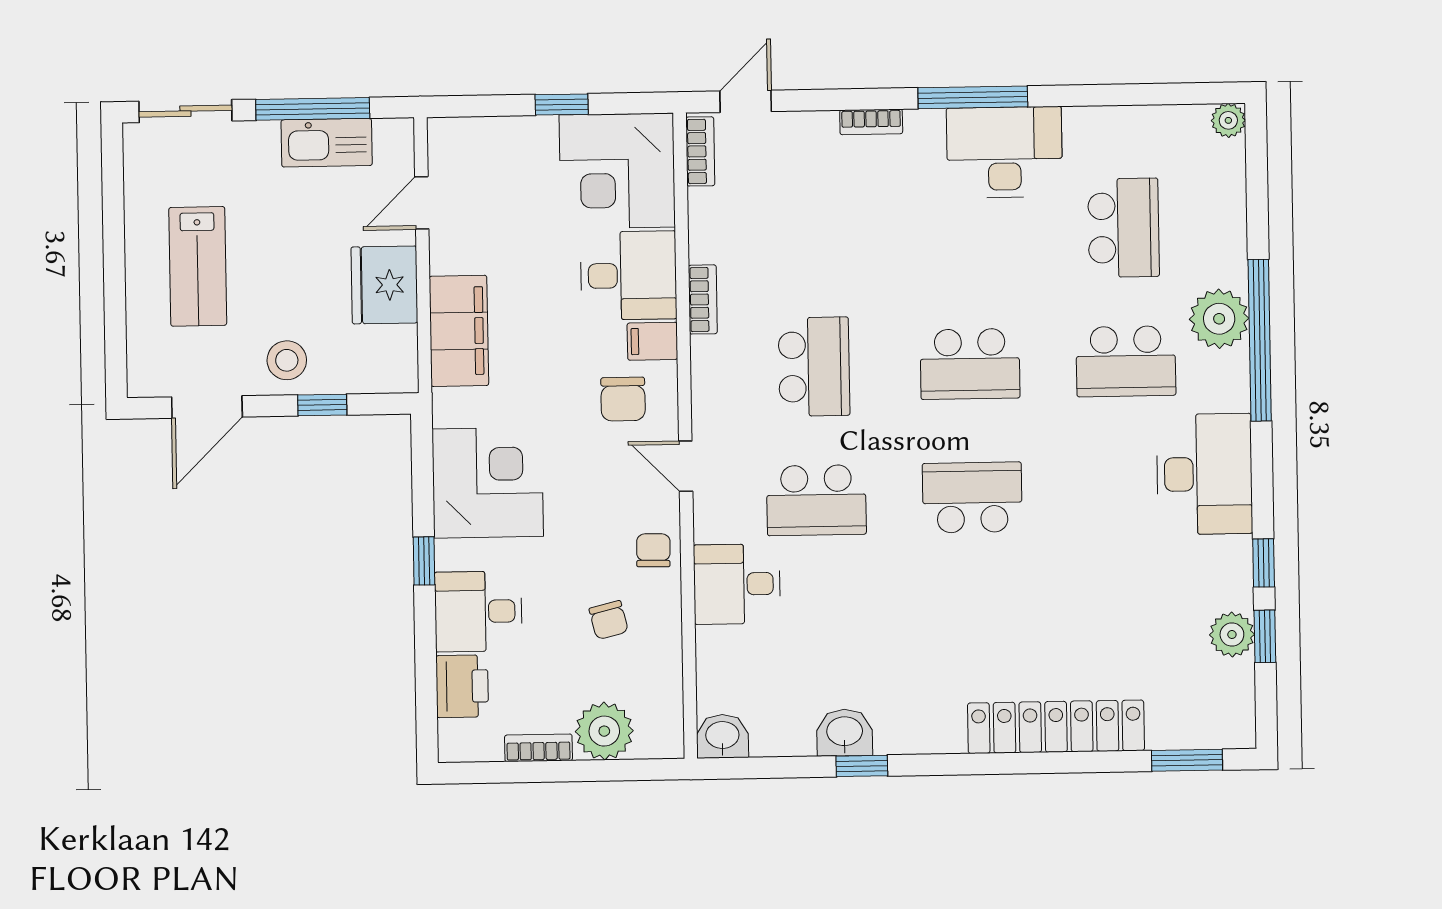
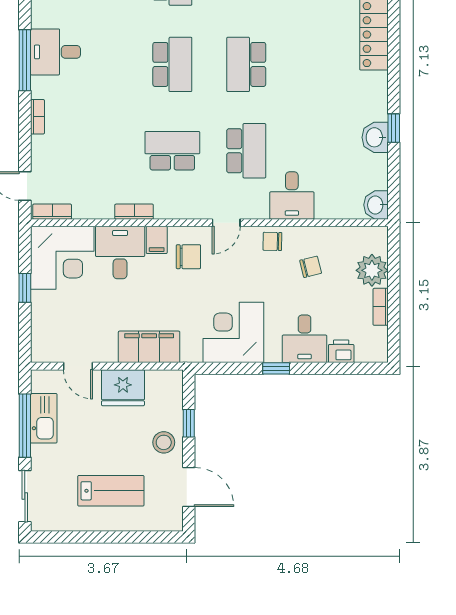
desk: (1004, 152) -> (55, 52), width x0.73
printer: (462, 686) -> (341, 351), width x0.73, depth x0.81

